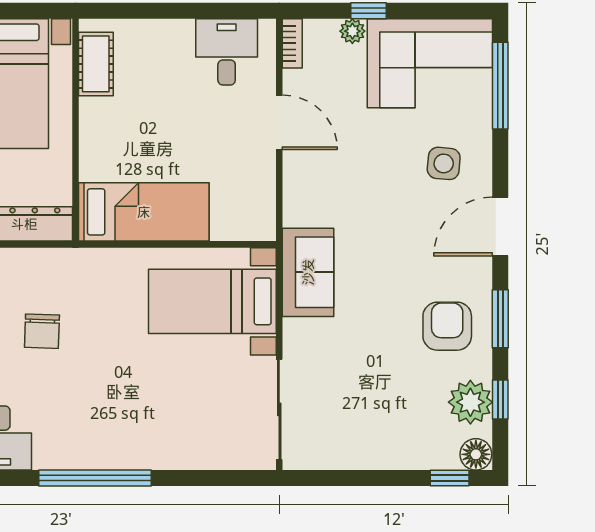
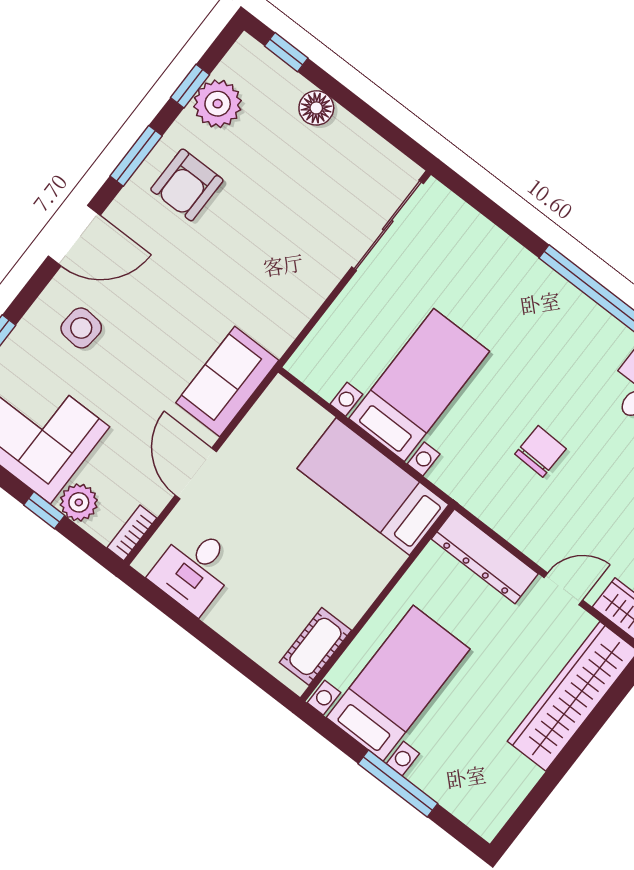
plant: (352, 31) -> (79, 502), width x1.38, depth x1.38
sofa: (308, 272) -> (227, 381), moved
bed with nightstands: (212, 301) -> (419, 385), moved, turned -90
floor lamp: (476, 454) -> (316, 108), moved

